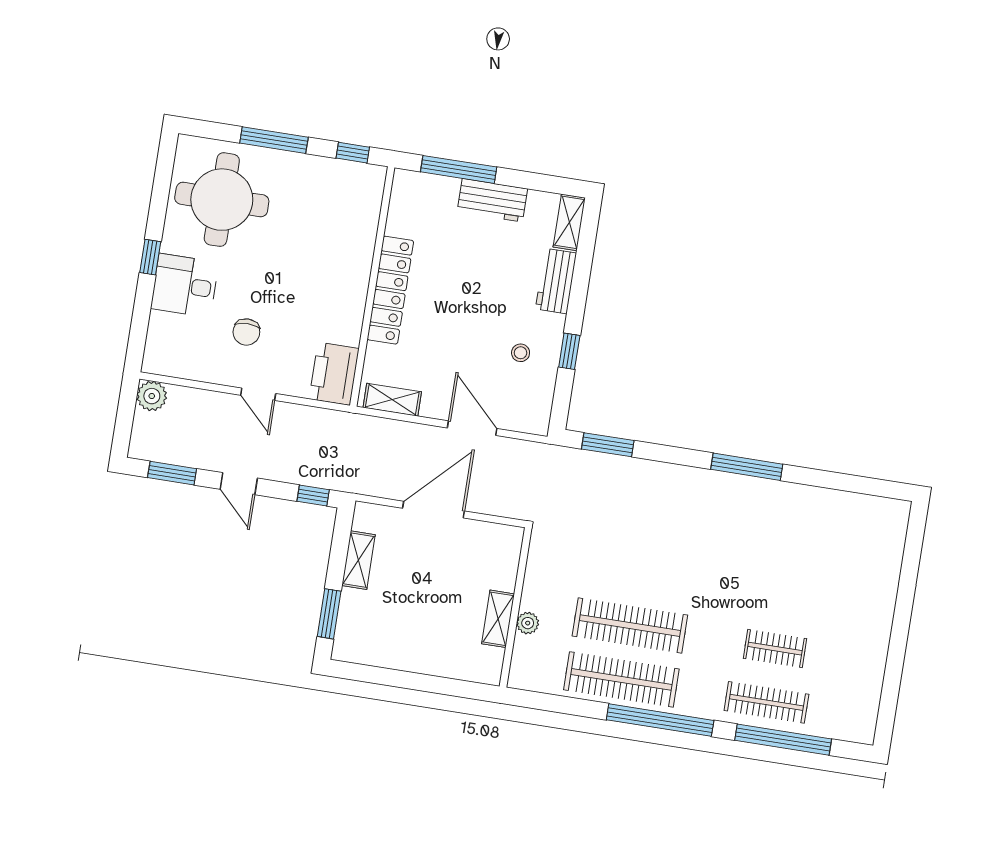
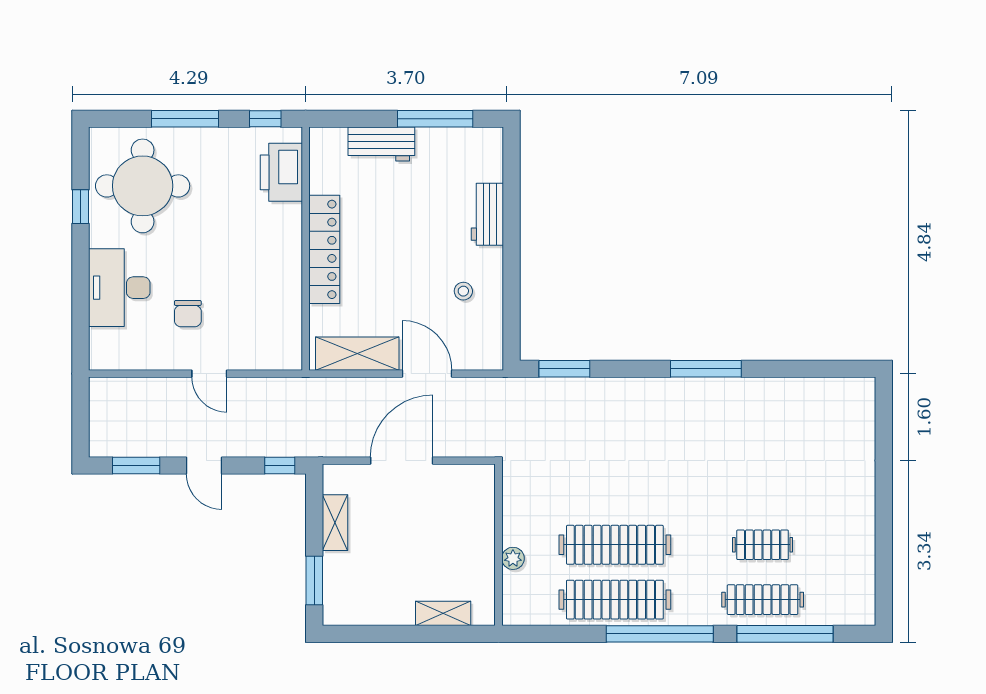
window: (459, 169) -> (435, 119), moved
workbench: (492, 200) -> (381, 144), moved
shelving: (569, 222) -> (491, 154), removed
window: (150, 257) -> (81, 207), moved
desk: (185, 285) -> (119, 288), width x1.37
window: (569, 351) -> (512, 282), removed
printer: (334, 374) -> (281, 172), moved
plant: (152, 396) -> (104, 392), removed
shelving: (392, 400) -> (357, 354), width x1.50, depth x1.33
shelving: (498, 619) -> (443, 613), moved, turned 90

